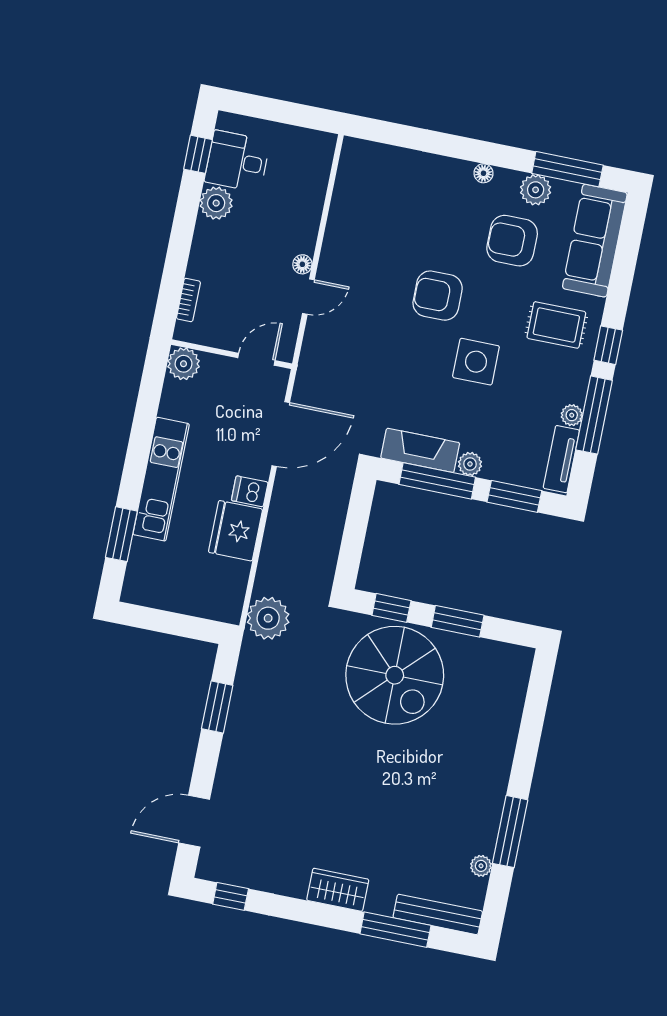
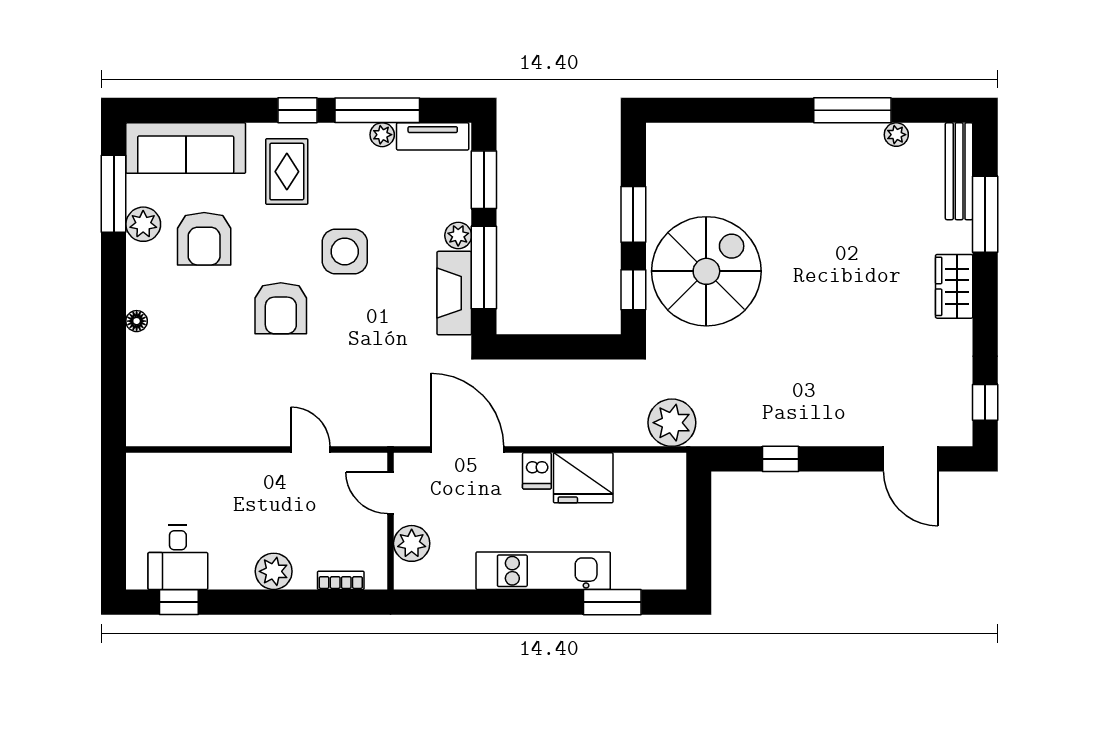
floor lamp: (484, 173) -> (137, 321), moved
plant: (216, 203) -> (274, 571), moved
floor lamp: (302, 264) -> (276, 463), removed
plant: (184, 364) -> (412, 543), moved
window: (217, 707) -> (781, 459), width x0.67

